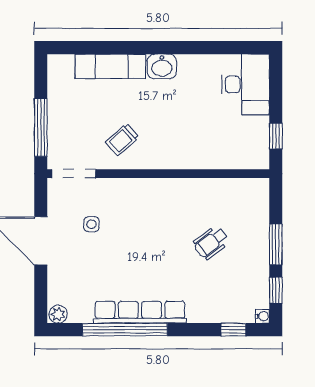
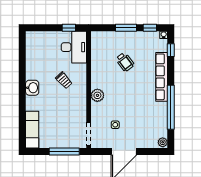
exam couch: (110, 66) -> (32, 130), moved
desk: (246, 84) -> (74, 47), moved, turned 90
trolley: (122, 140) -> (64, 80), moved
plant: (147, 190) -> (97, 95), added
row of seats: (140, 312) -> (162, 77), moved

